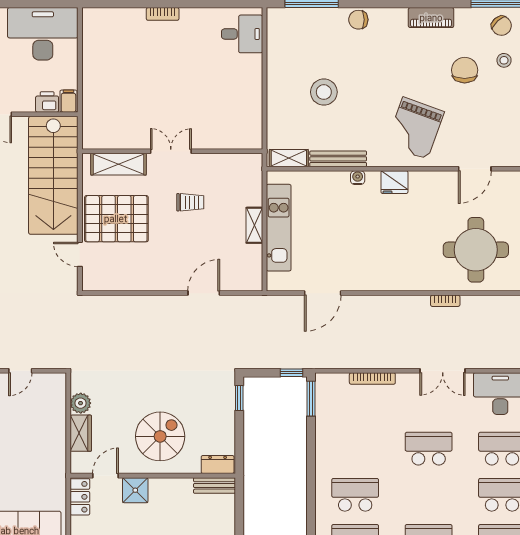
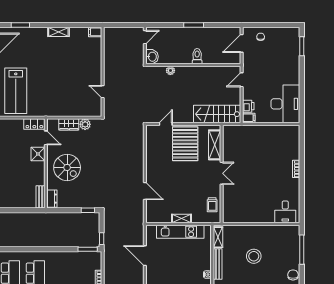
stairs: (53, 175) -> (217, 114), width x0.73, depth x0.66
trolley: (190, 202) -> (212, 205), moved

